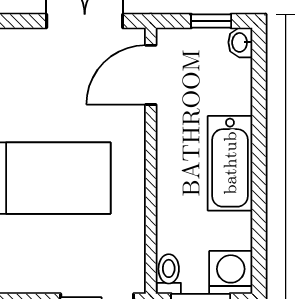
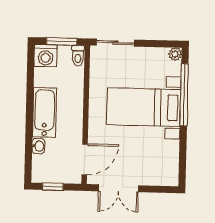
washbasin: (240, 42) -> (38, 146), moved

